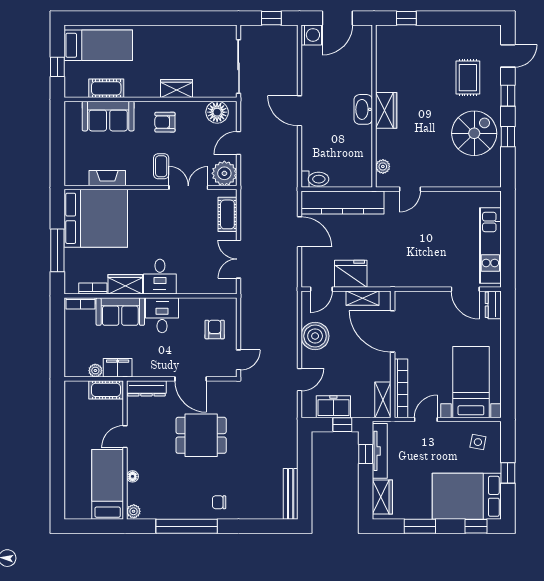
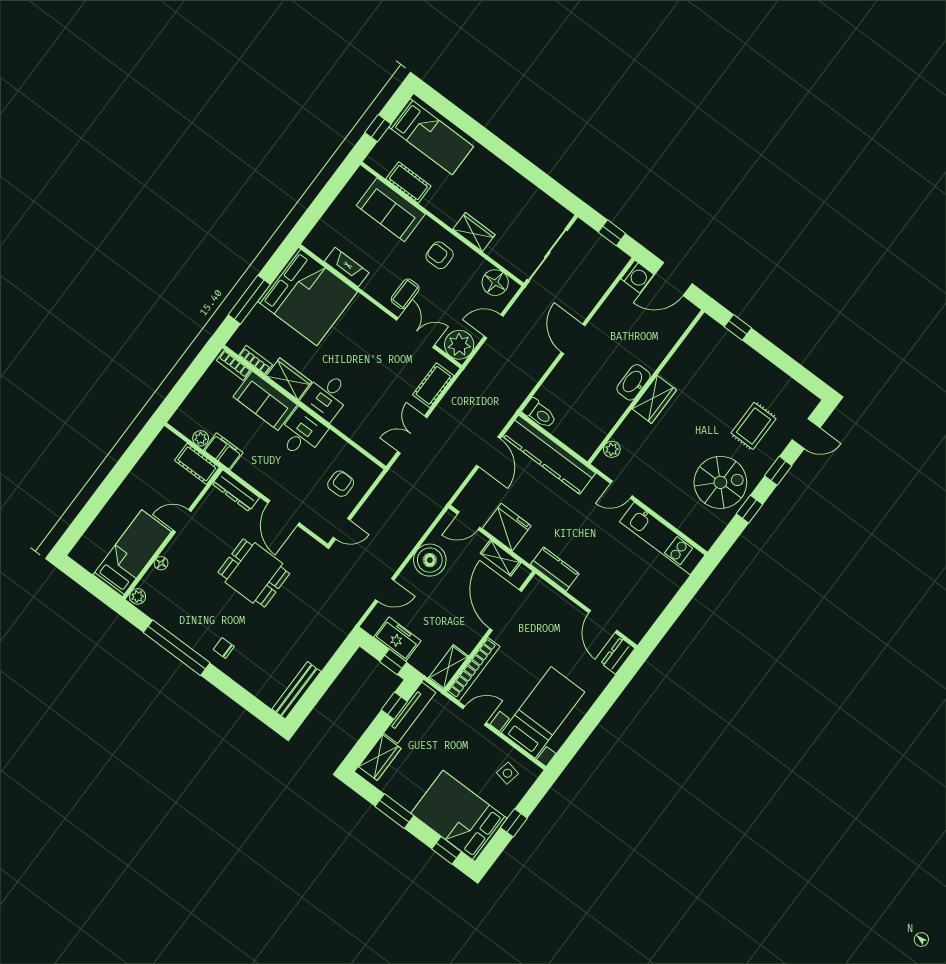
kitchen unit: (490, 246) -> (662, 538), moved, turned -90
kitchen counter: (405, 278) -> (555, 569), added

